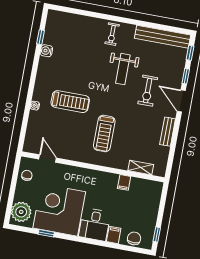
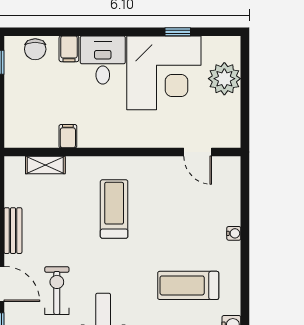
treadmill: (70, 102) -> (188, 285), moved
chair: (27, 175) -> (226, 119), removed
plant: (21, 212) -> (224, 79), moved

